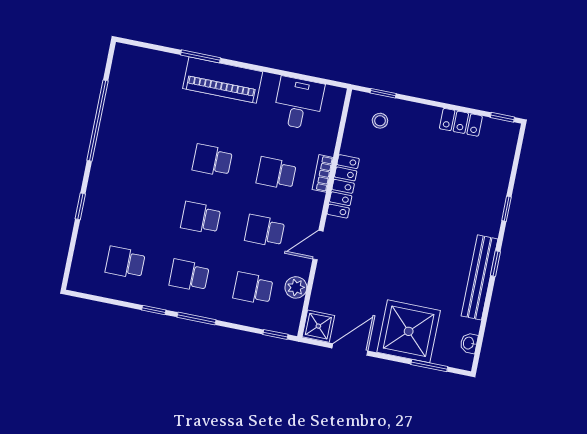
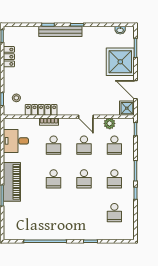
locker: (343, 186) -> (41, 110), moved
bench: (479, 277) -> (60, 31), moved

